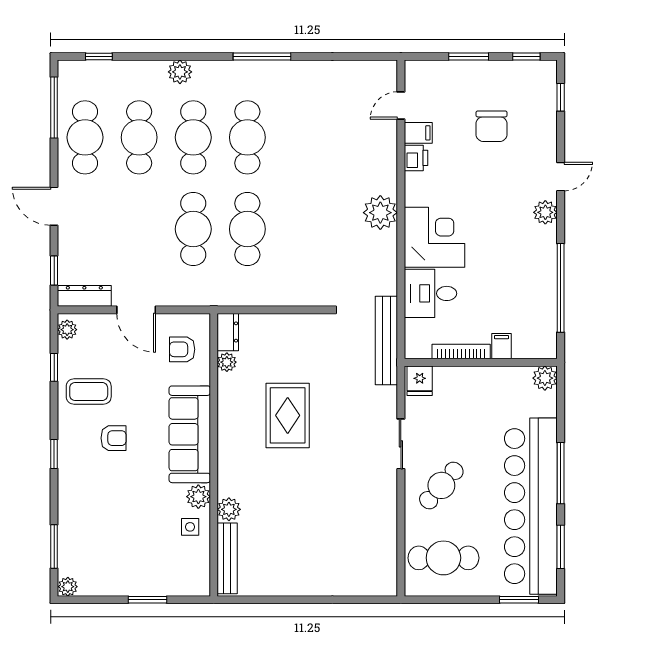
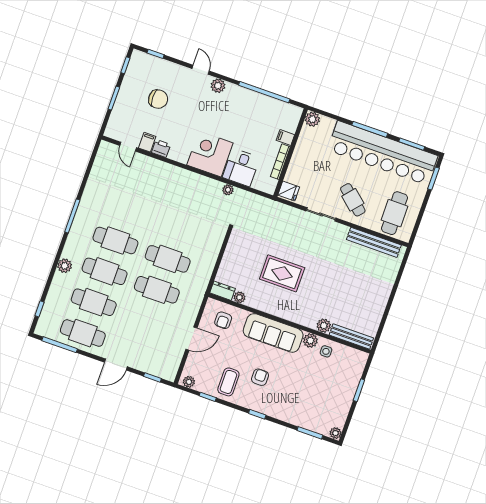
plant: (380, 213) -> (228, 190), moved, width x0.53, depth x0.53
dresser: (84, 296) -> (173, 365), removed
bench: (386, 340) -> (374, 242), moved

